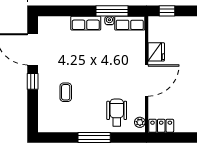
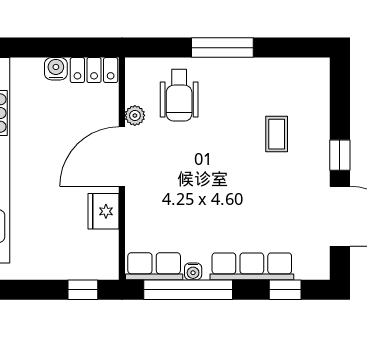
window: (61, 11) -> (285, 290), added
window: (112, 11) -> (188, 290), width x1.46
row of seats: (86, 23) -> (252, 266), width x1.48
plant: (140, 122) -> (135, 115), moved
water cooler: (181, 126) -> (56, 69), added

